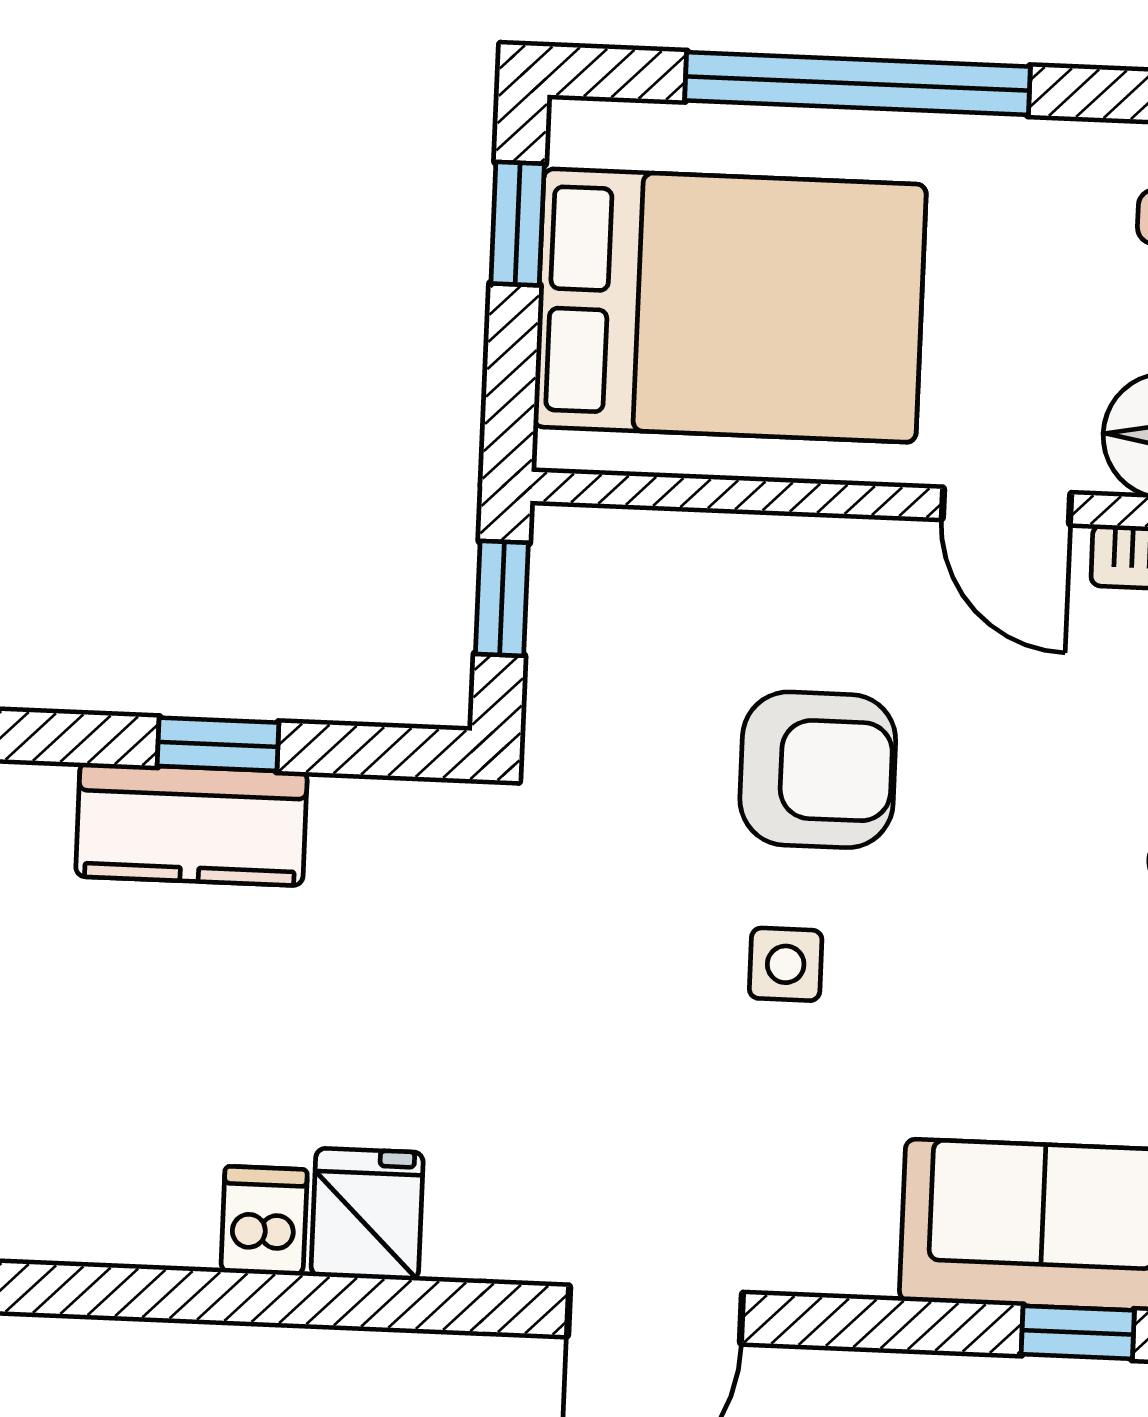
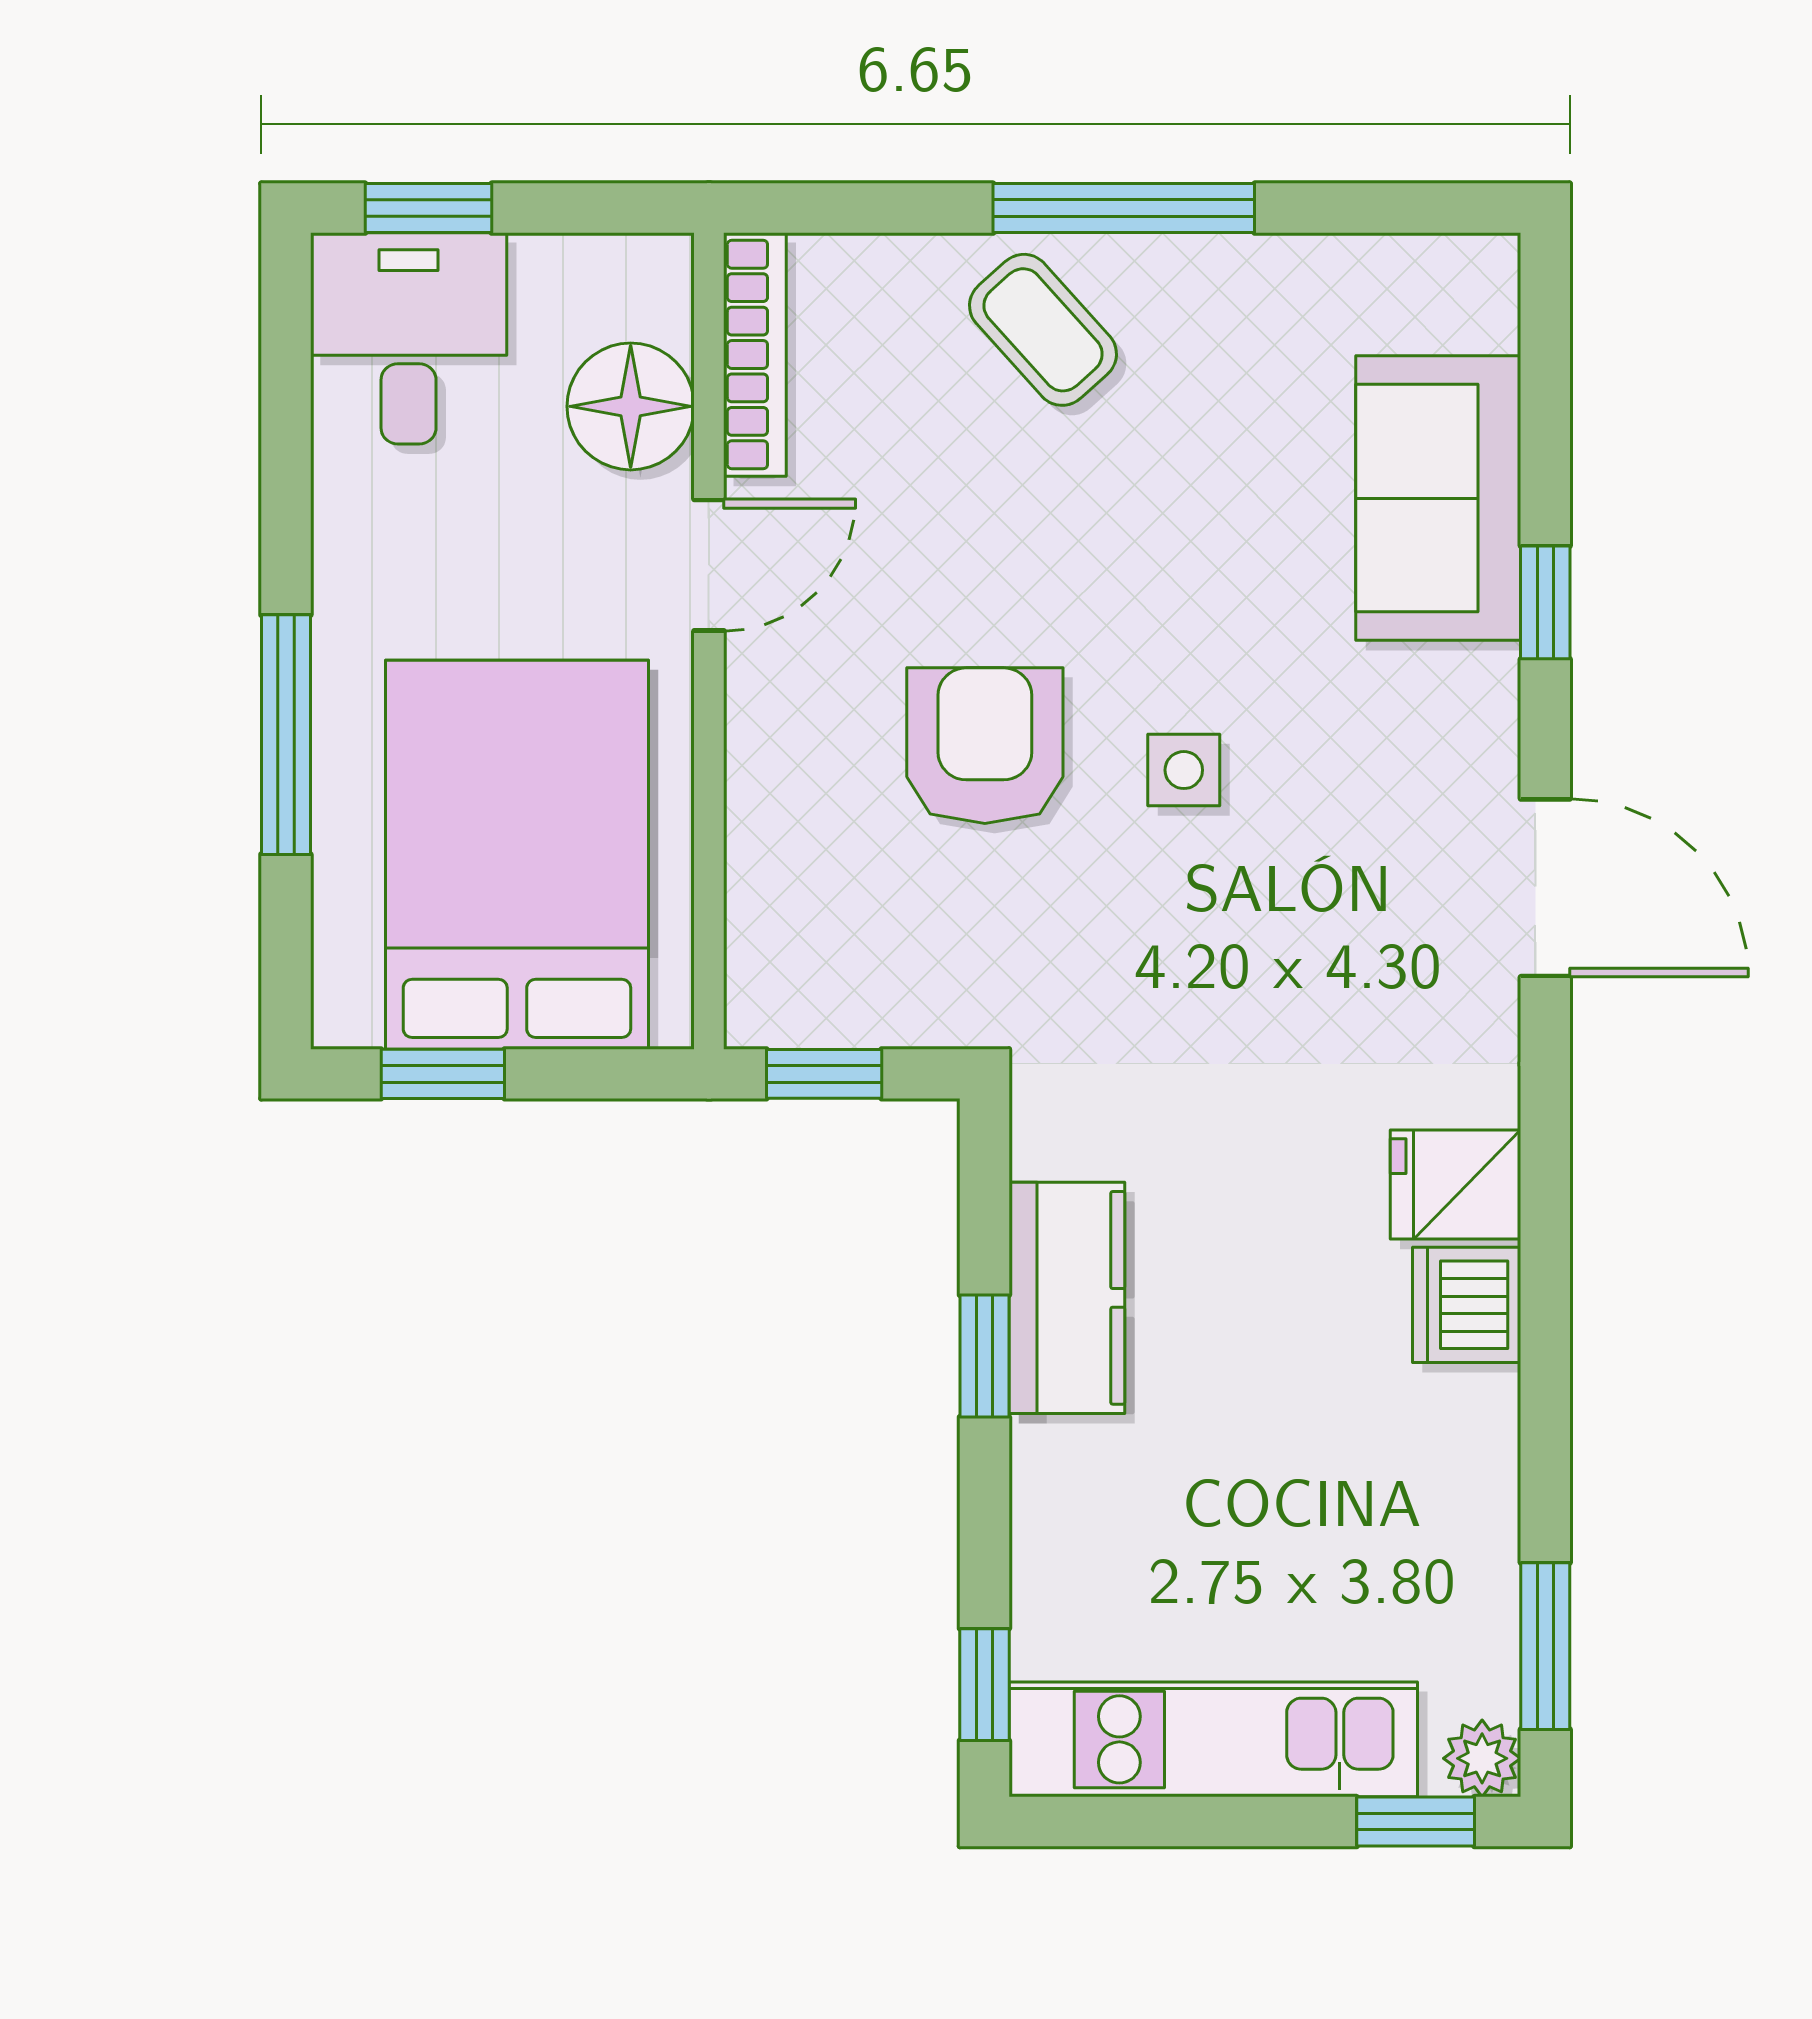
window: (857, 84) -> (286, 735), width x0.68
kitchen counter: (191, 824) -> (1067, 1298), moved
dishwasher: (264, 1221) -> (1467, 1305), width x1.38
window: (1078, 1332) -> (1545, 602), moved

